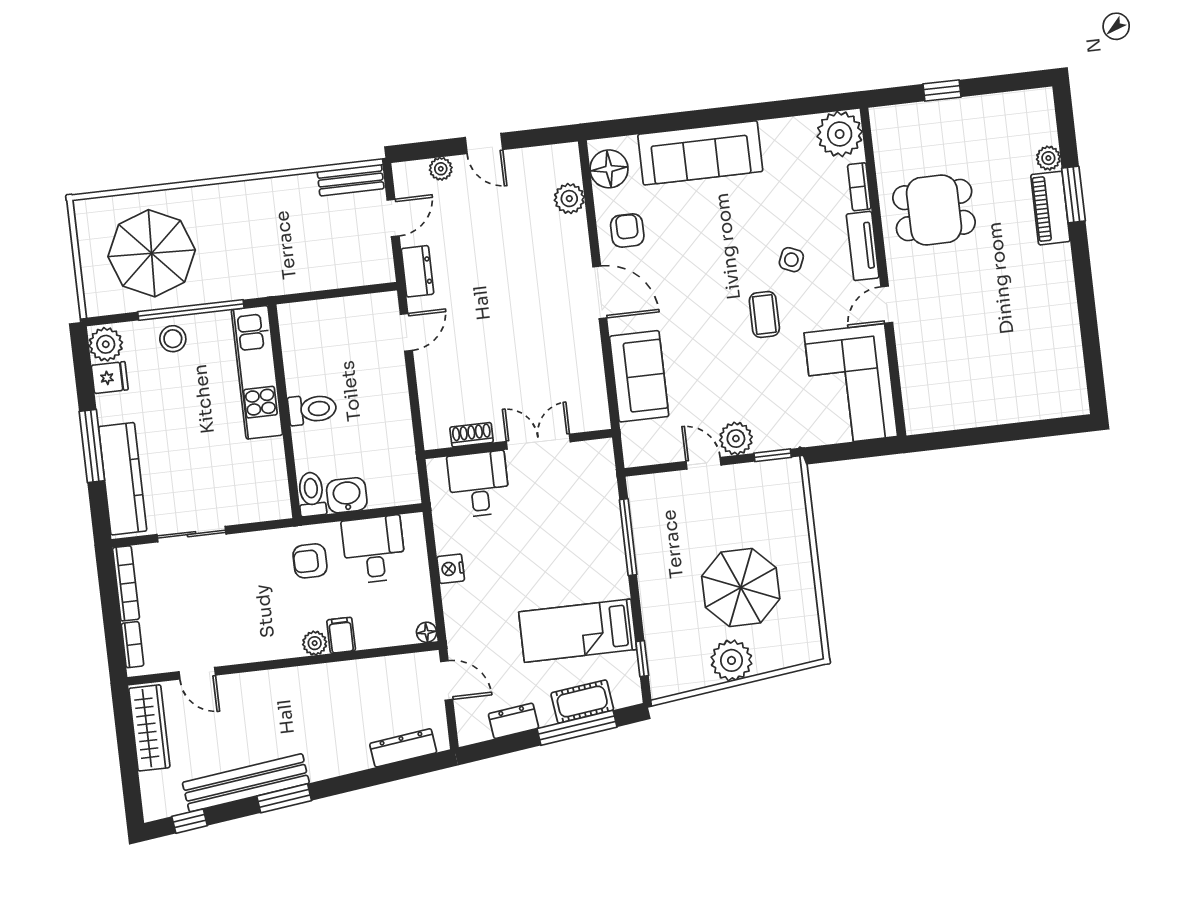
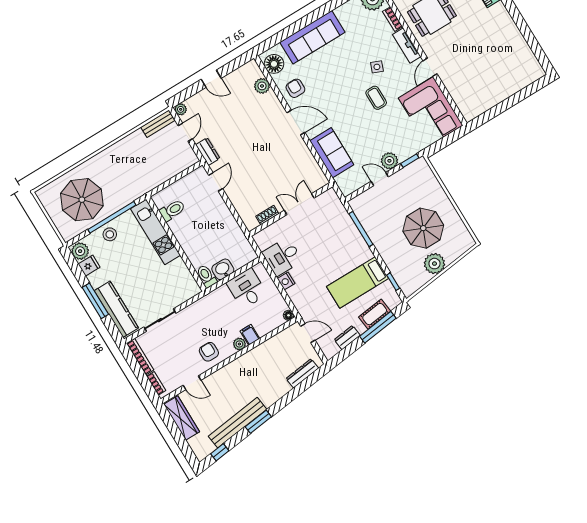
plant: (441, 169) -> (181, 109), moved
toilet: (312, 409) -> (172, 210), moved
desk: (479, 484) -> (282, 257), moved, turned -90
armchair: (310, 561) -> (209, 352), moved, turned 90

